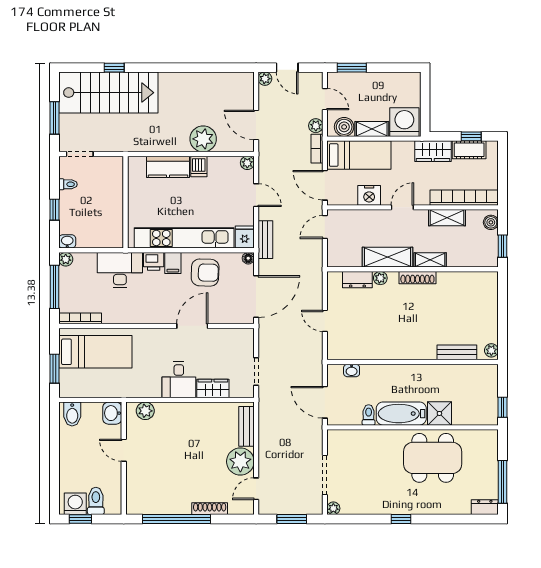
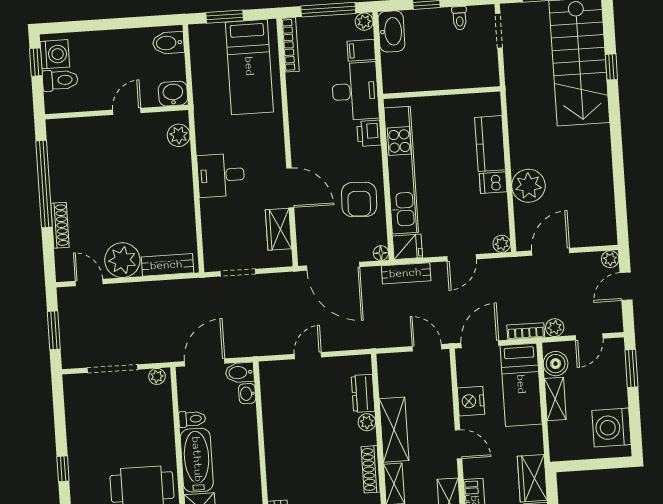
washing machine: (404, 122) -> (611, 427), moved, turned 180
washbasin: (67, 241) -> (391, 31), width x1.91, depth x1.45
filing cabinet: (173, 263) -> (361, 50), moved
bidet: (335, 375) -> (240, 373), added
wardrobe: (213, 388) -> (279, 229), moved, turned 180
plant: (333, 508) -> (157, 376), moved

